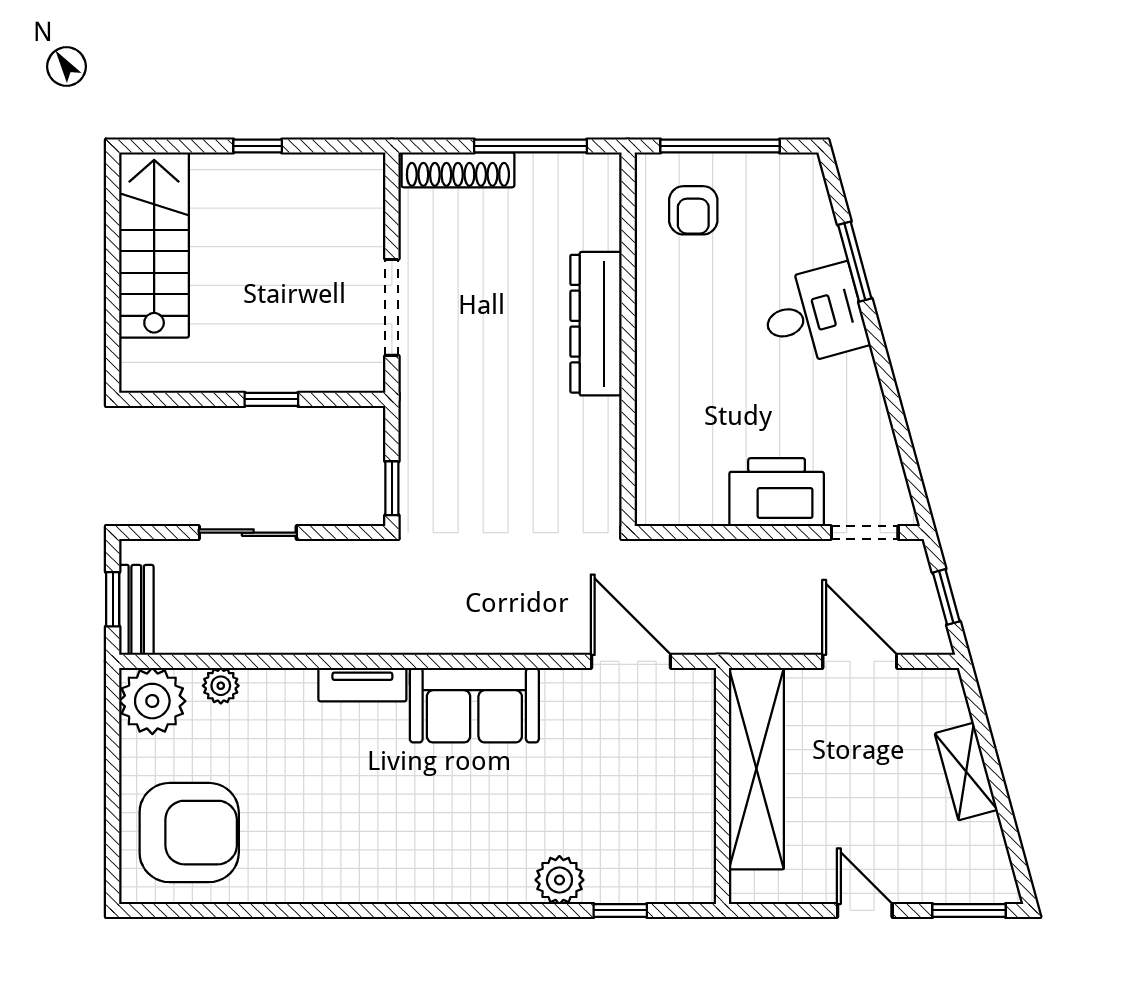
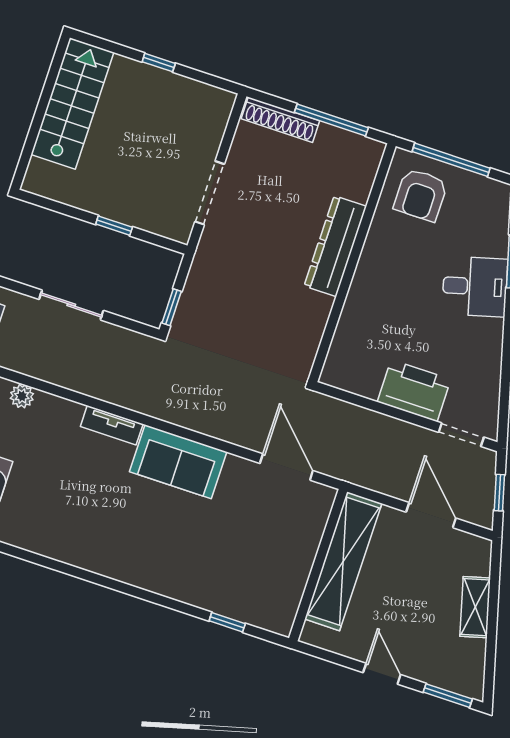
armchair: (693, 210) -> (421, 195), width x1.38, depth x1.38
plant: (559, 880) -> (195, 590), removed

